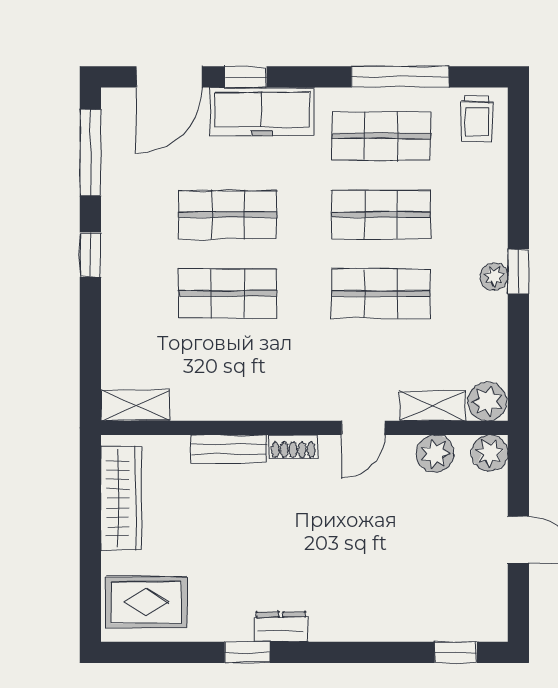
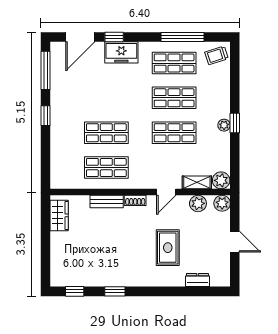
freezer: (262, 112) -> (121, 52), width x0.71
trolley: (477, 119) -> (216, 55), turned 72
shop shelf: (228, 215) -> (106, 168), moved
shelving: (135, 405) -> (65, 182), removed
wardrobe: (121, 498) -> (59, 215), width x0.67
rug: (146, 602) -> (168, 248), moved, turned 90
dresser: (281, 627) -> (197, 280), moved
window: (456, 652) -> (75, 291), moved

